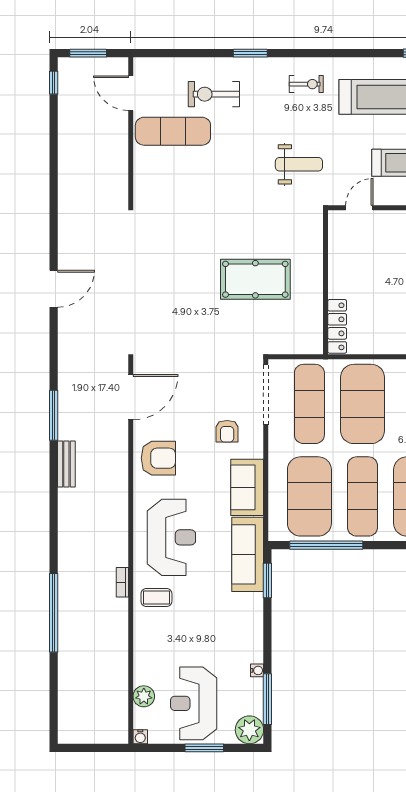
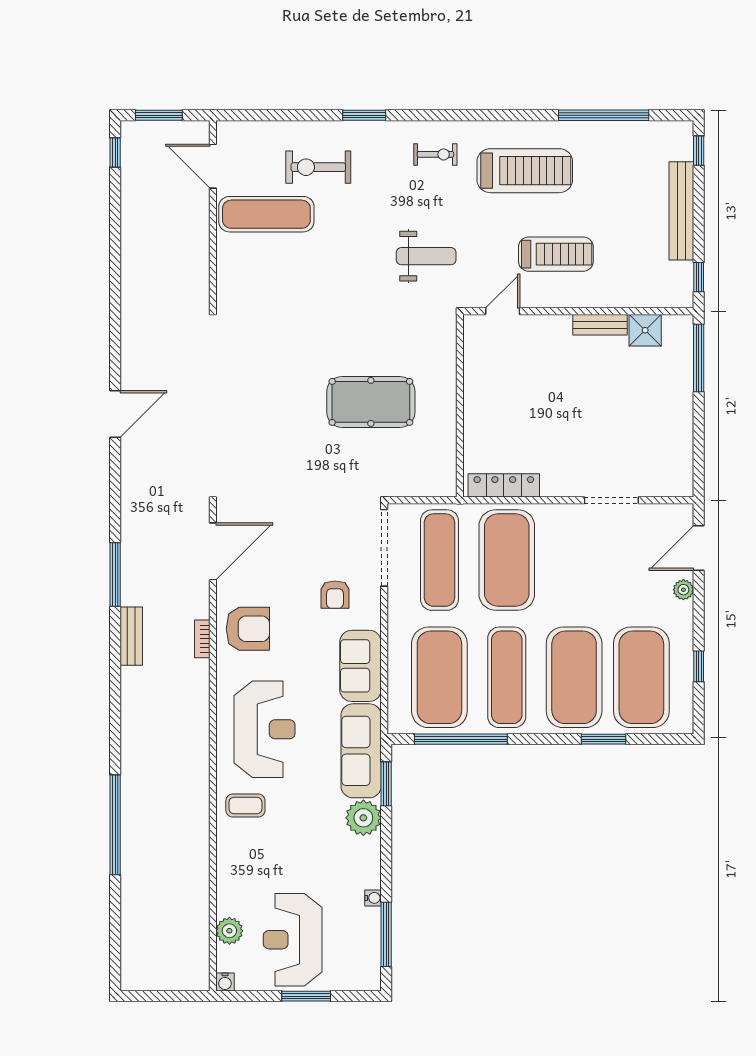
locker: (337, 326) -> (504, 485), moved, turned -90
bookcase: (122, 582) -> (202, 639), moved
plant: (249, 730) -> (363, 818), moved

